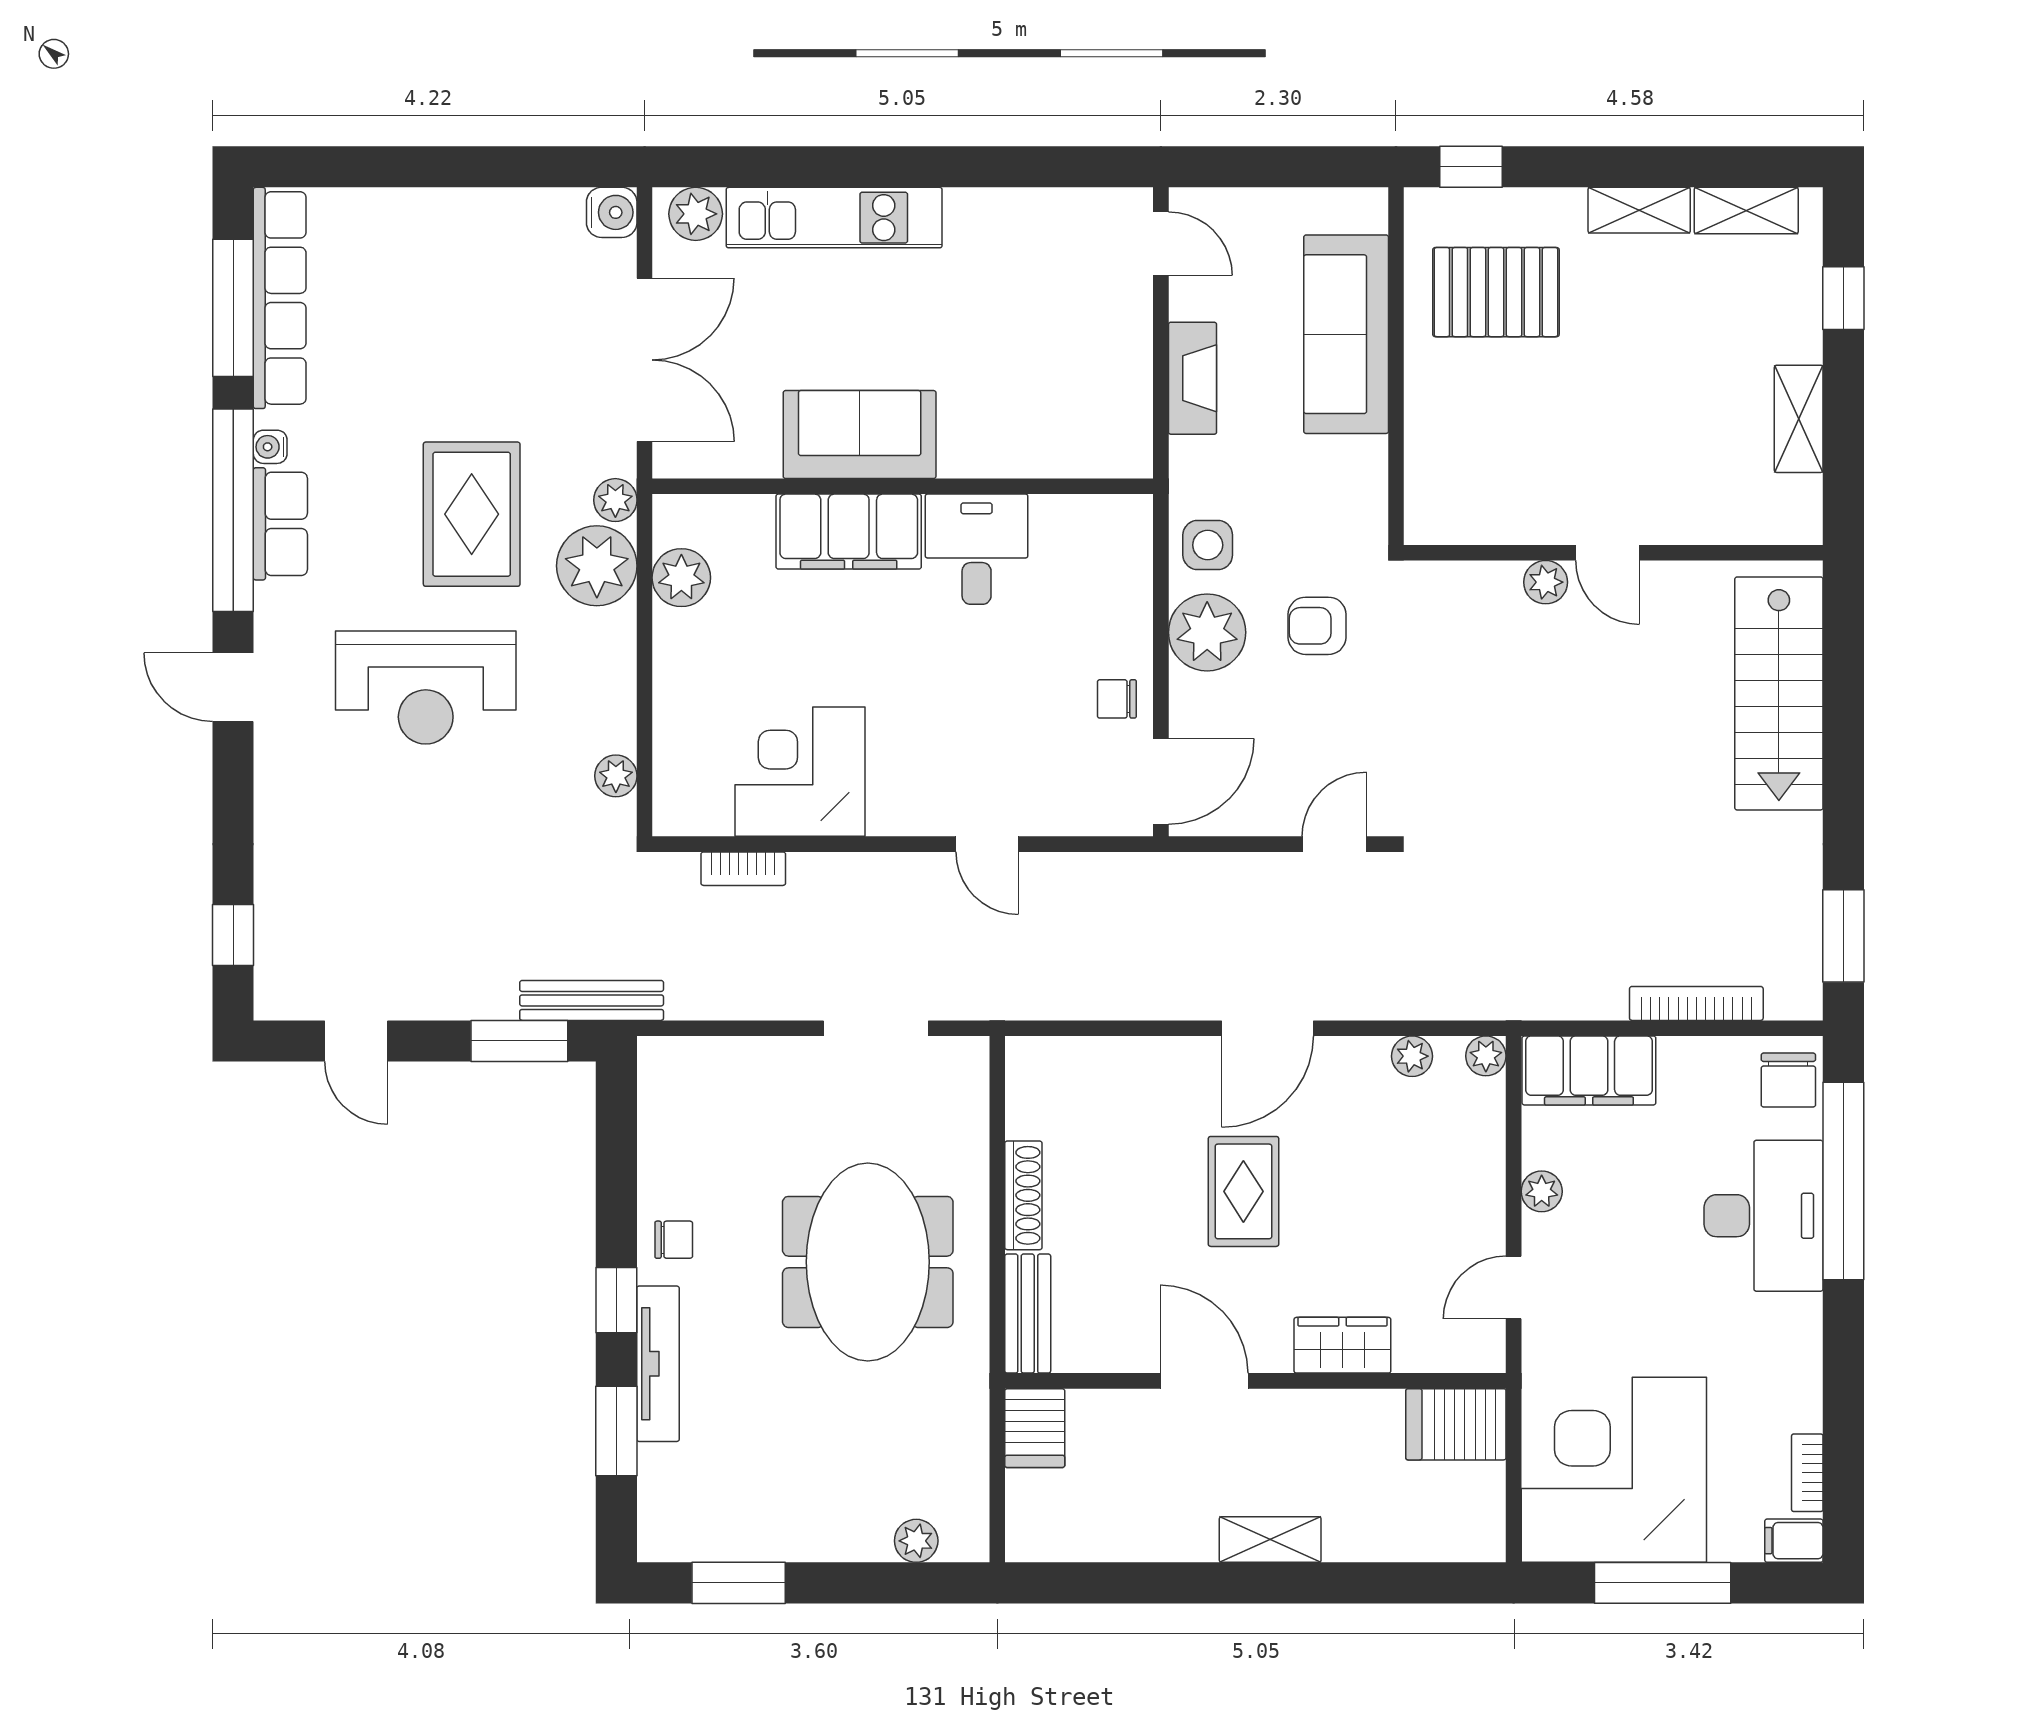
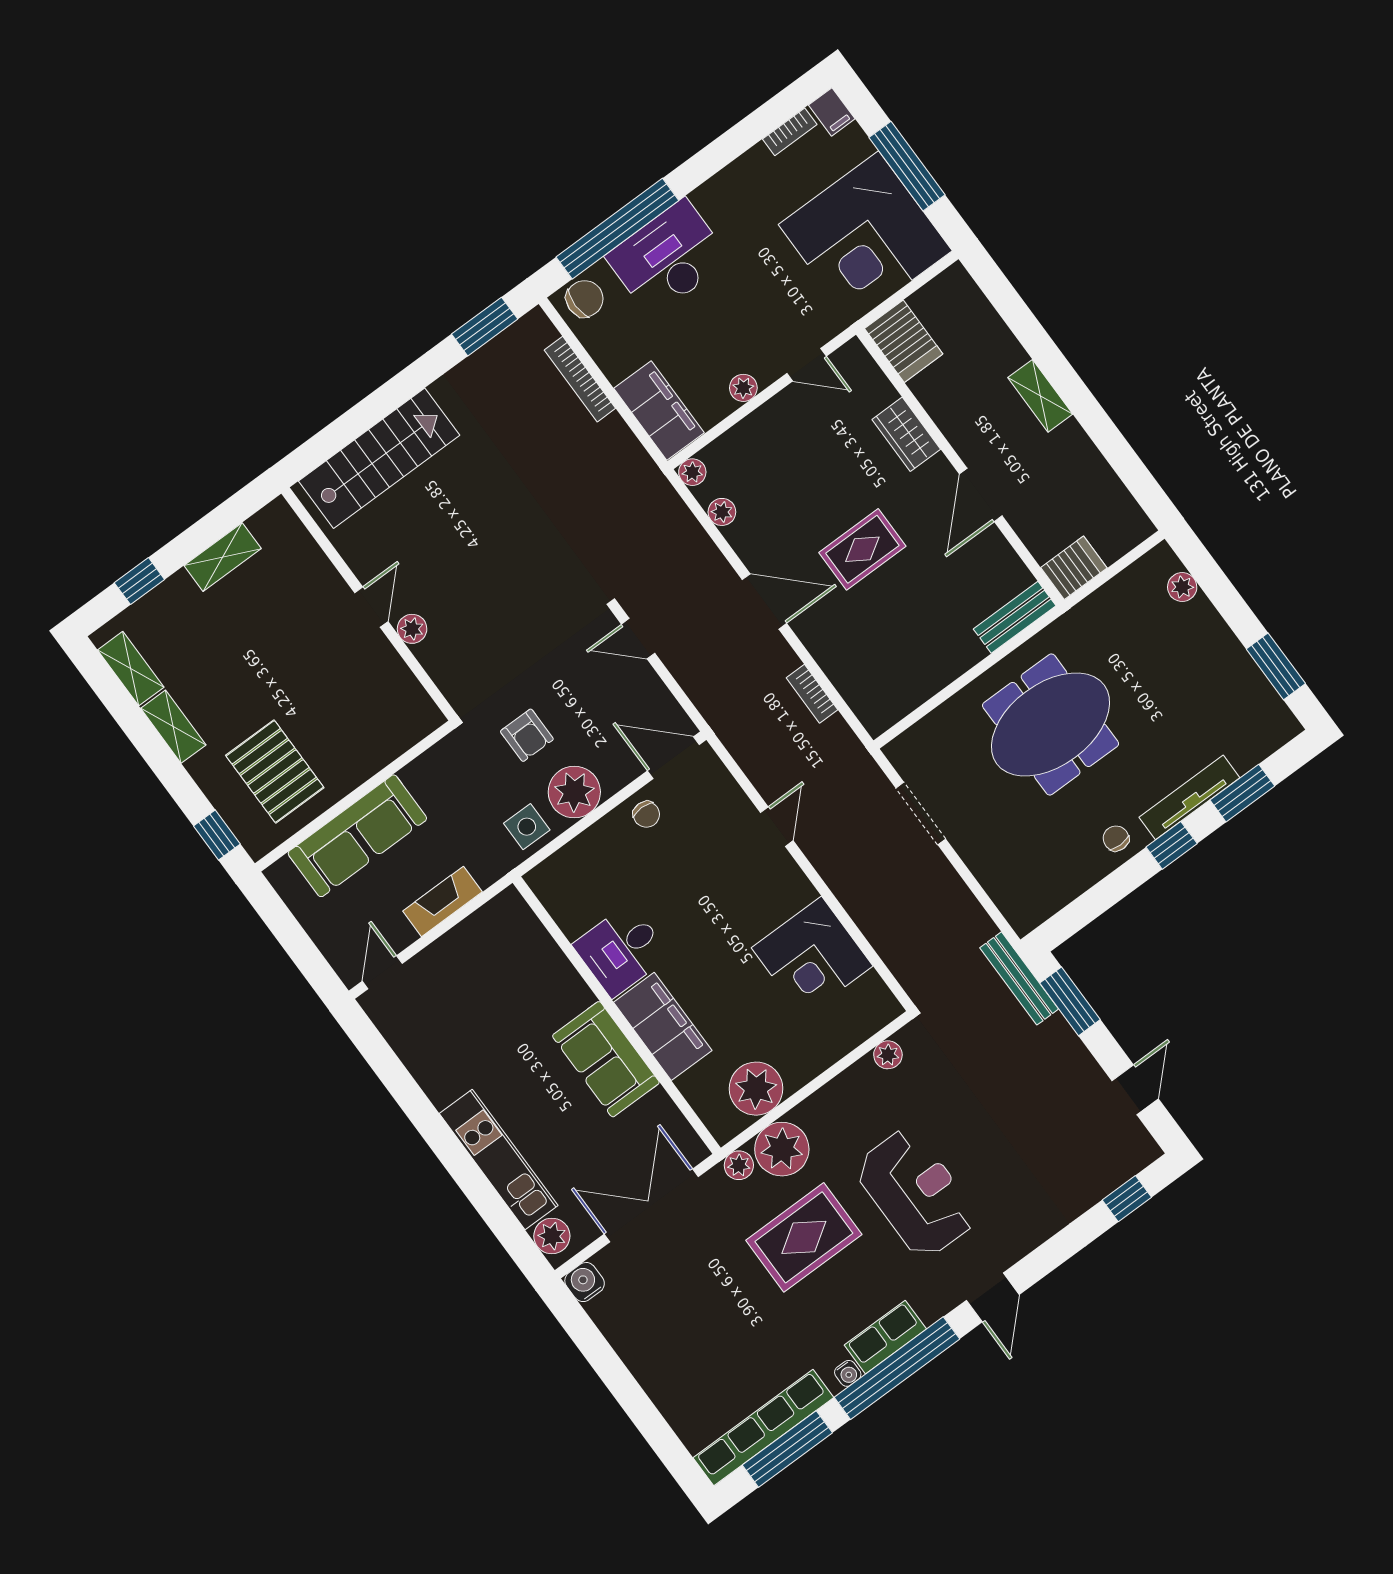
plant: (681, 578) -> (756, 1089), width x1.36, depth x1.36
bookcase: (743, 869) -> (812, 694), moved, turned 180
shoe rack: (1023, 1195) -> (952, 667), removed

